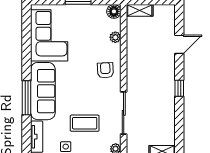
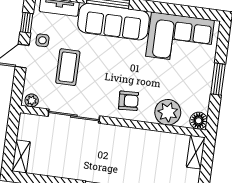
plant: (115, 37) -> (168, 112), width x1.88, depth x1.88

